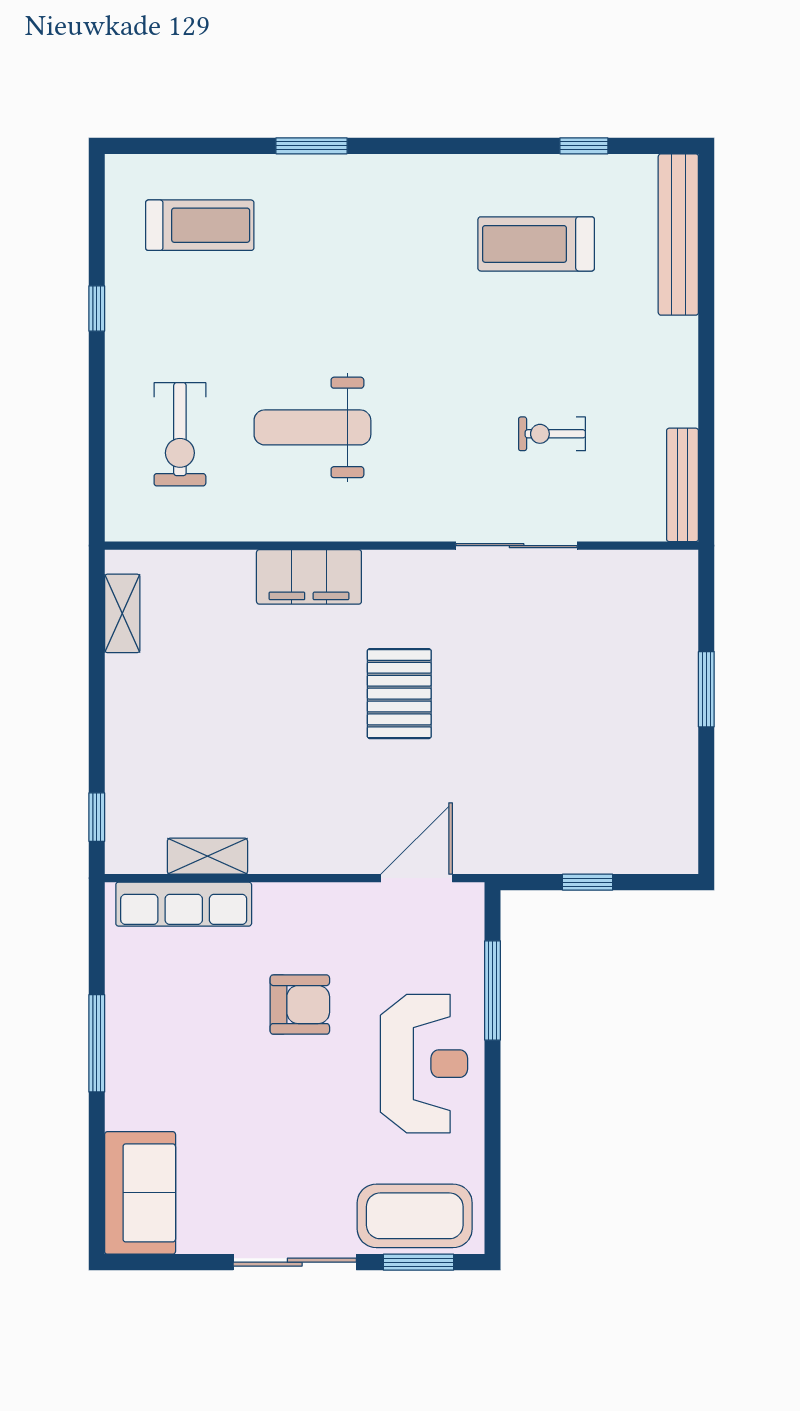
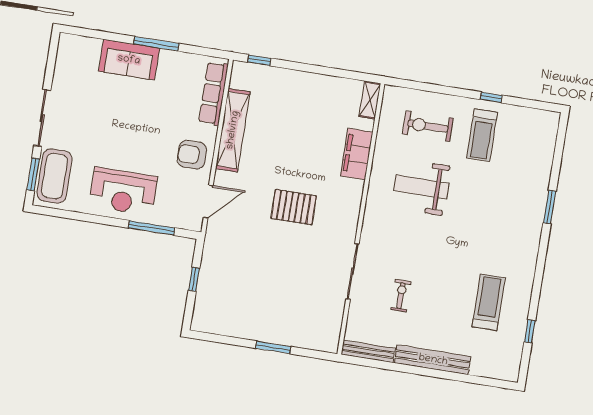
treadmill: (200, 225) -> (482, 135), moved
bench: (678, 235) -> (433, 360), moved
weight bench: (312, 427) -> (421, 187), turned -90
filing cabinet: (309, 577) -> (357, 154), moved
shelving: (122, 613) -> (370, 100), moved, turned 90
shelving: (207, 856) -> (233, 130), width x2.20, depth x1.33
door: (417, 878) -> (208, 202), hinge flipped
armchair: (300, 1005) -> (192, 155), moved, turned 90
sofa: (140, 1193) -> (129, 60), moved

